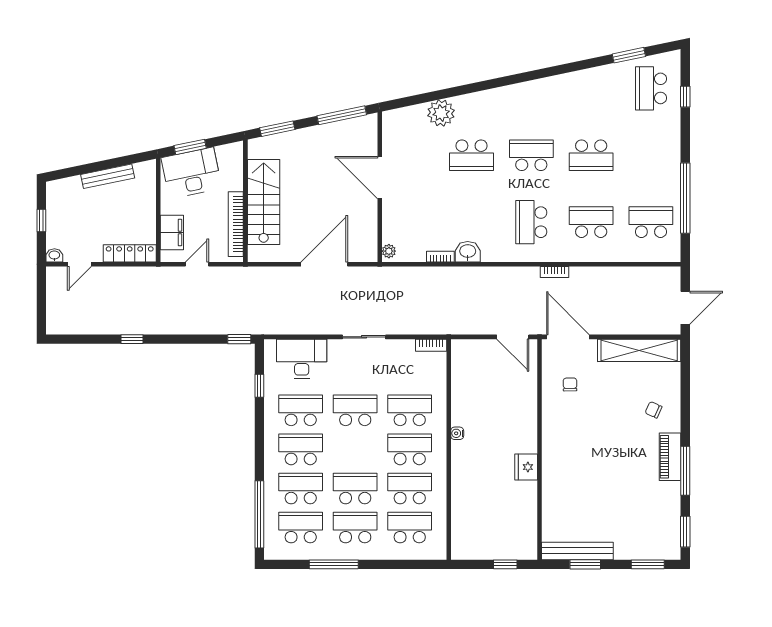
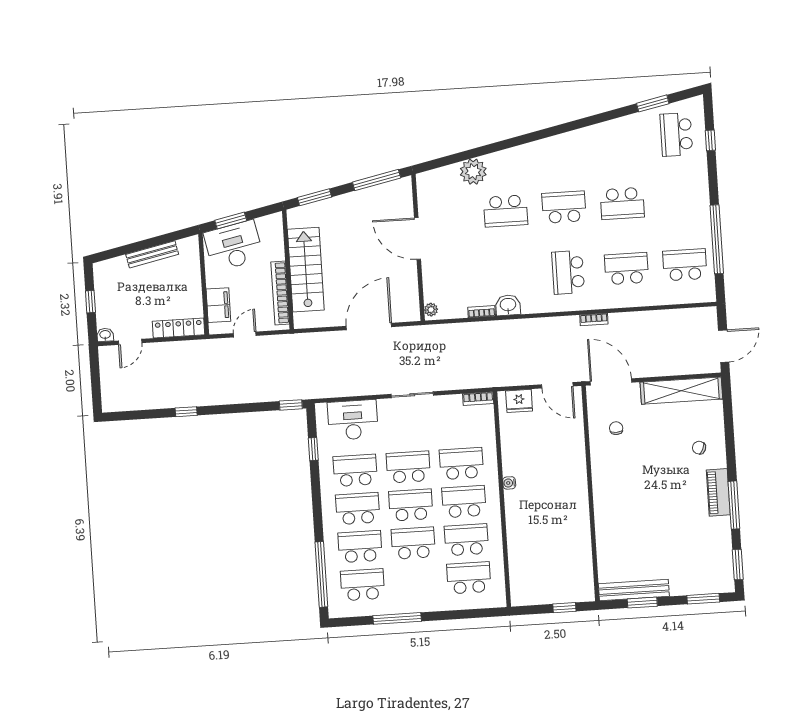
fridge: (526, 467) -> (519, 401), moved, turned -90
school desk: (355, 528) -> (411, 505), moved

